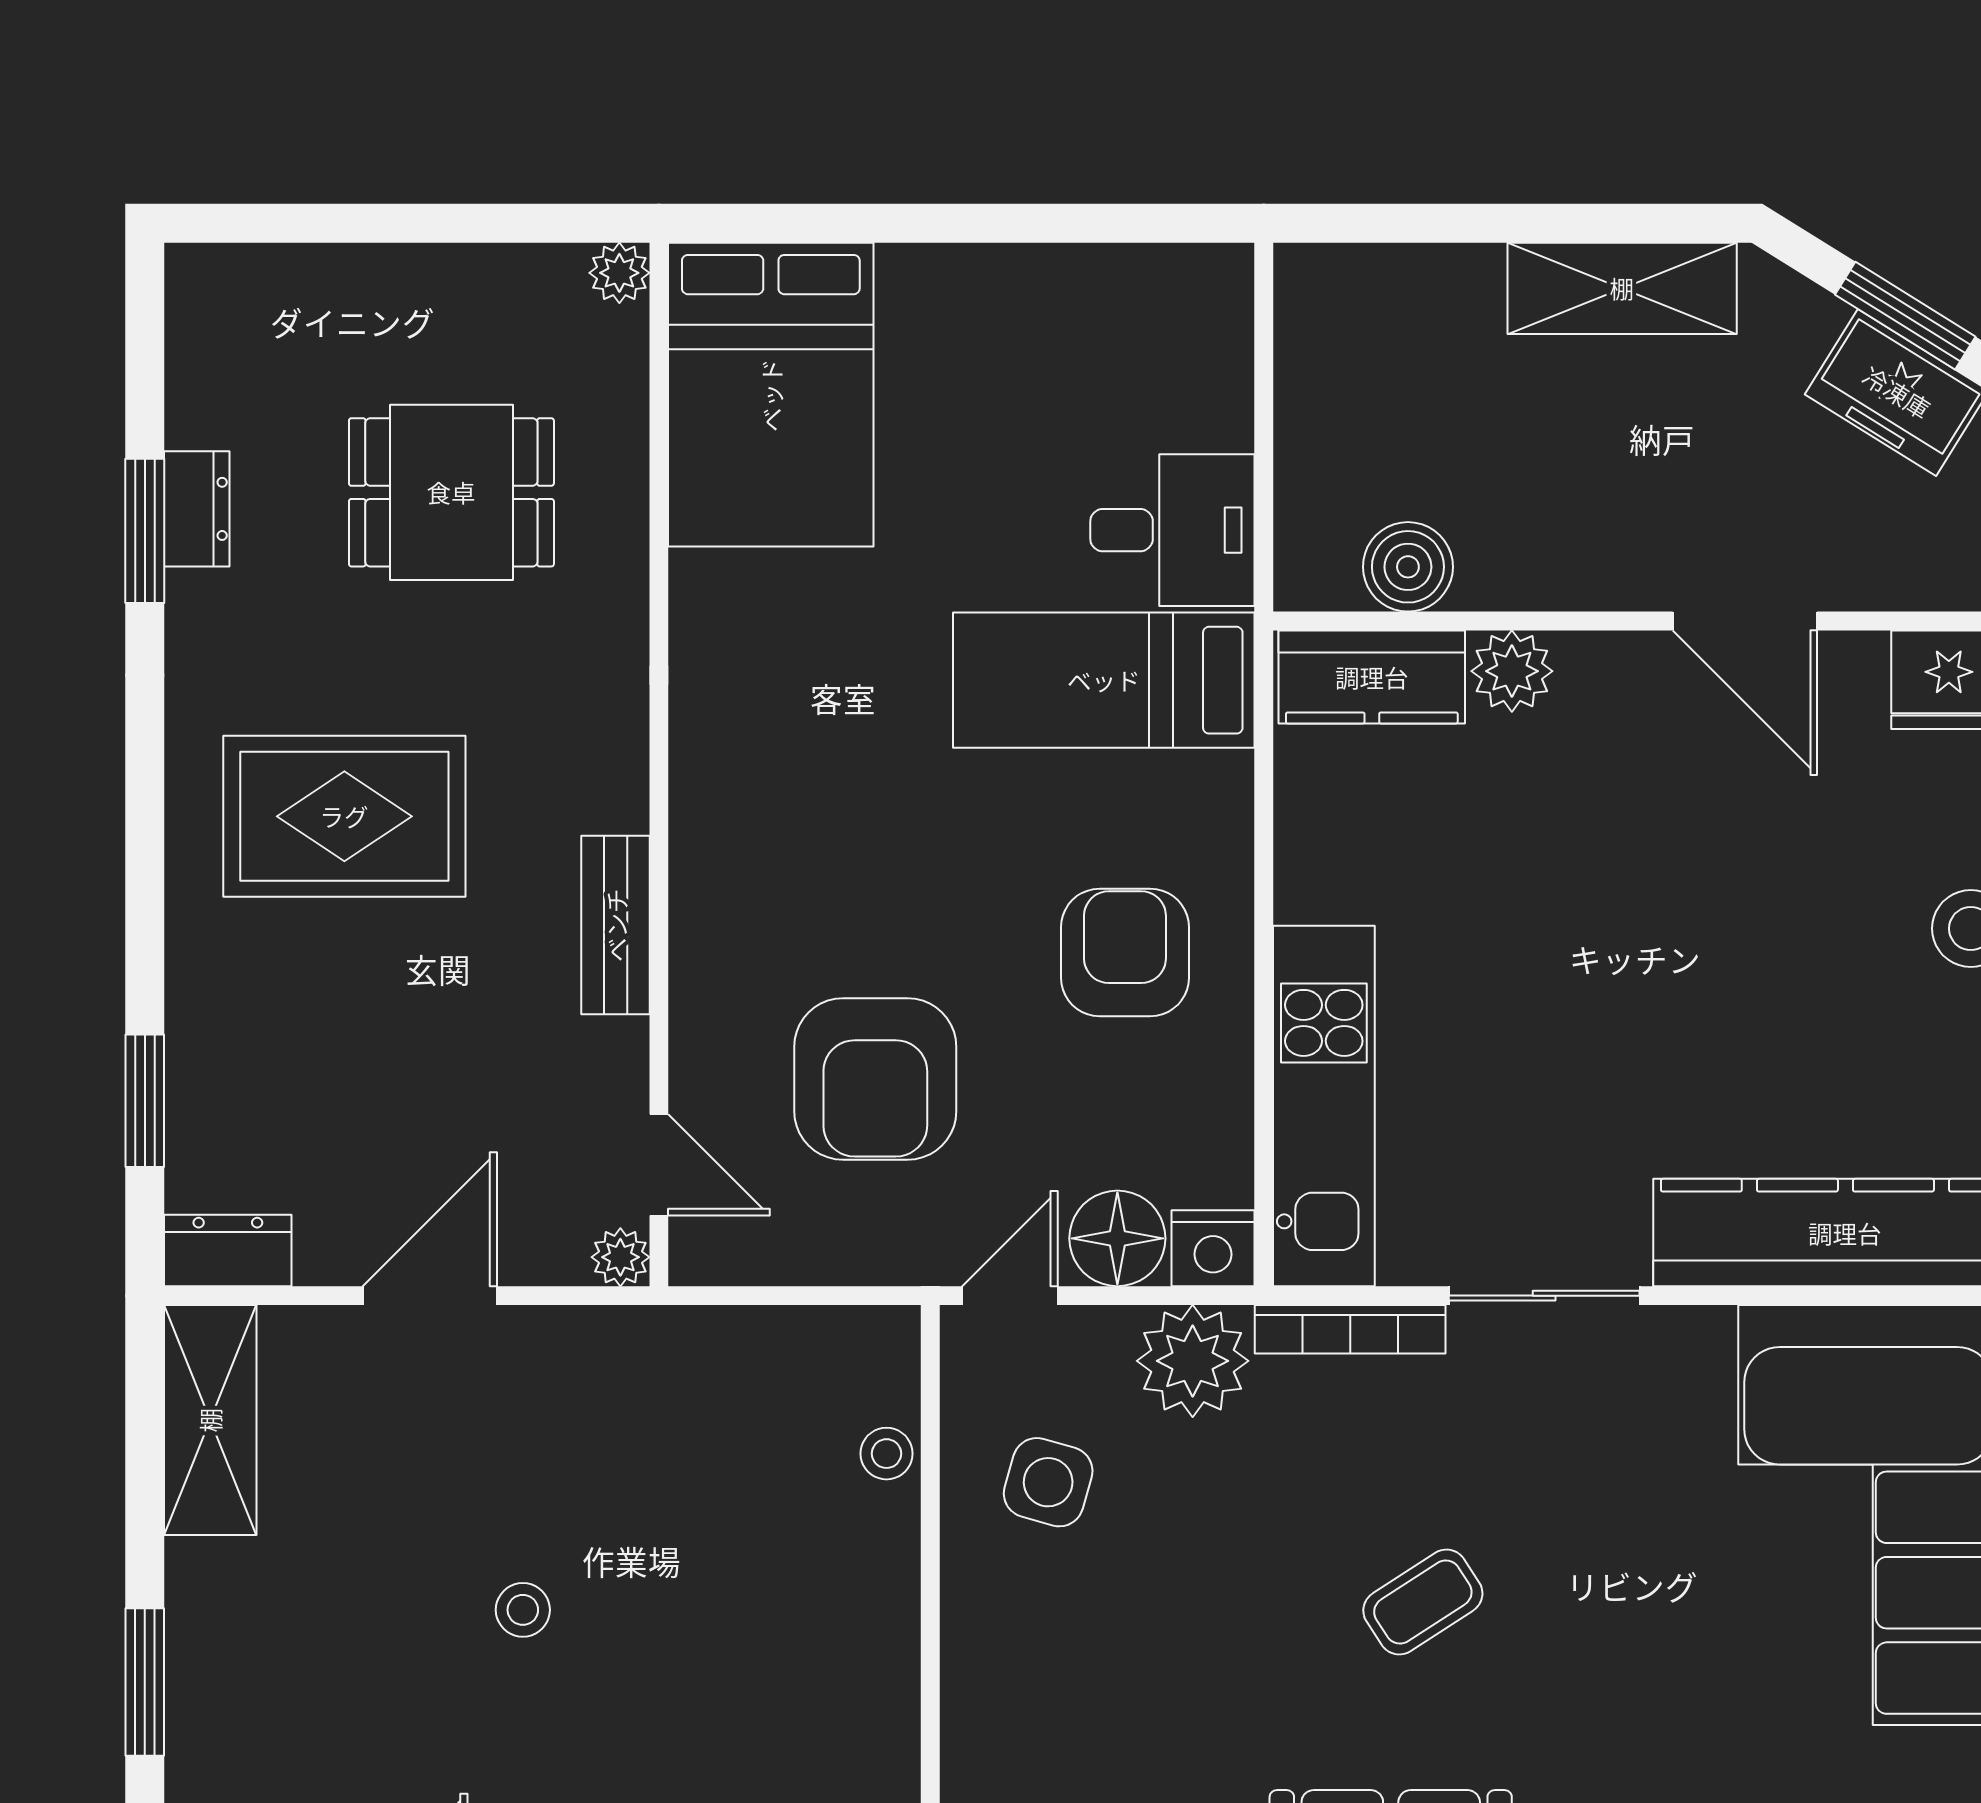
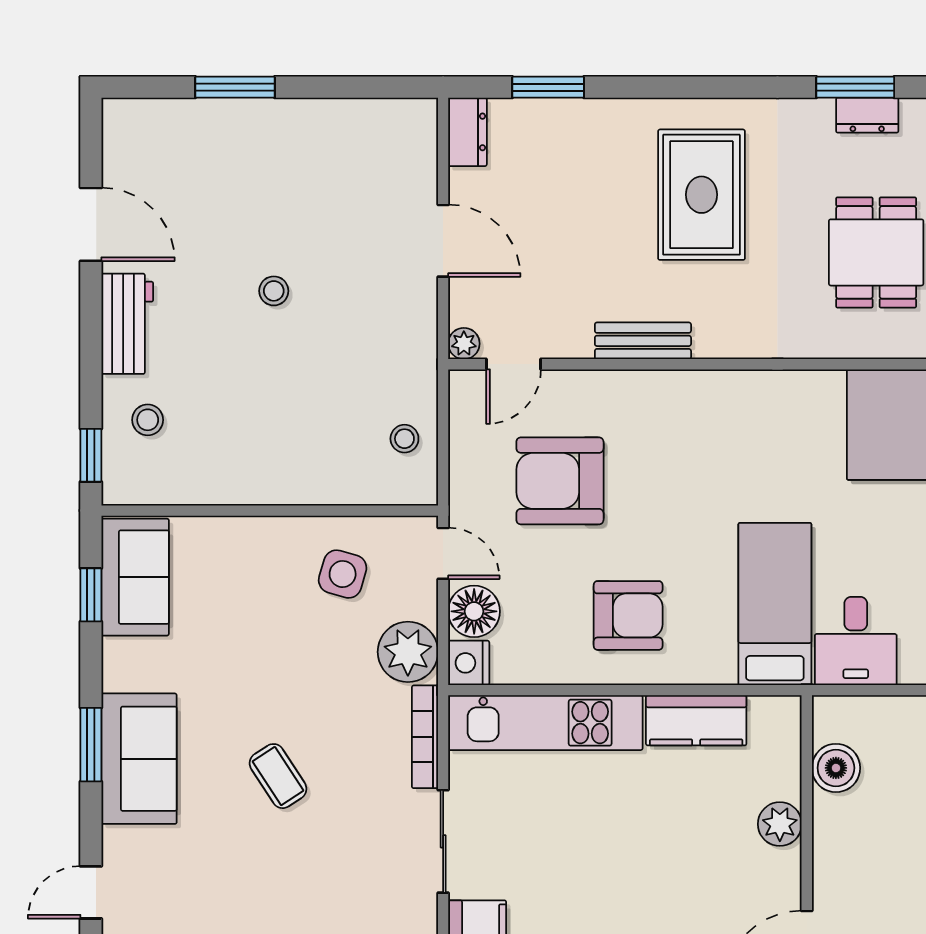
kitchen counter: (1372, 677) -> (696, 720), moved, turned -90
shelving: (210, 1420) -> (376, 122), removed
stool: (886, 1454) -> (404, 439), moved

